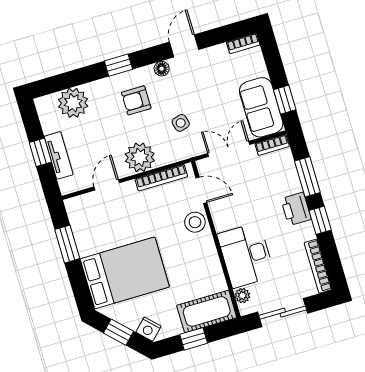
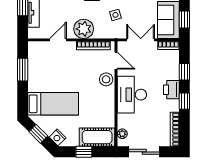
window: (307, 177) -> (184, 72), width x0.67
desk: (246, 255) -> (132, 95), moved
bed: (125, 273) -> (53, 104), width x0.67

